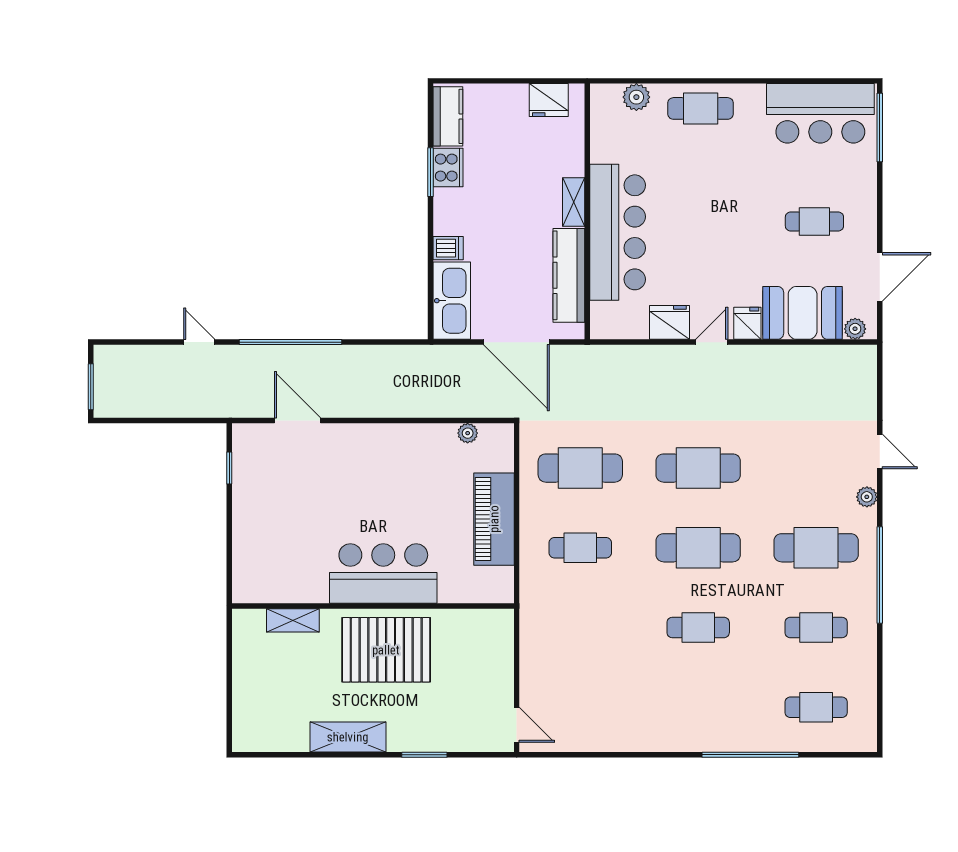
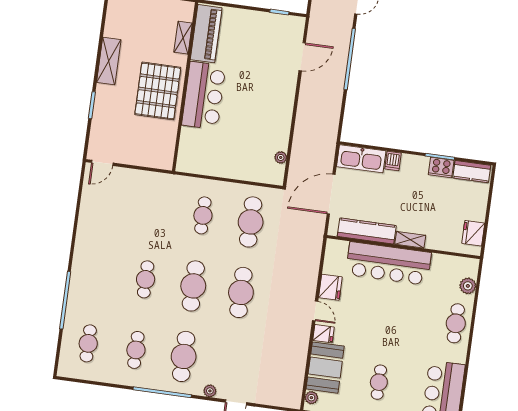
piano: (494, 519) -> (206, 34), moved, turned 90

